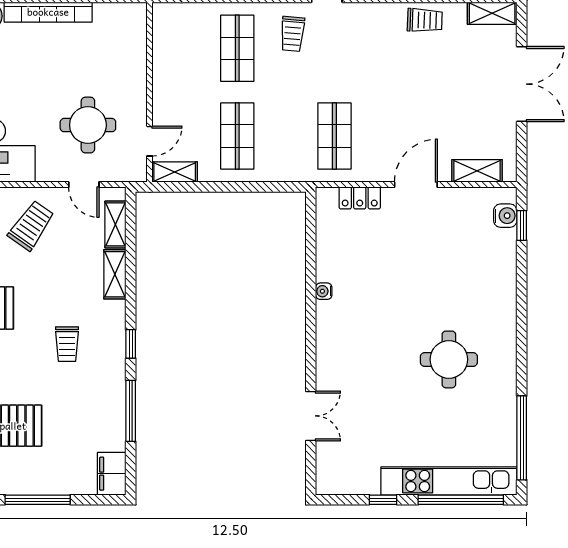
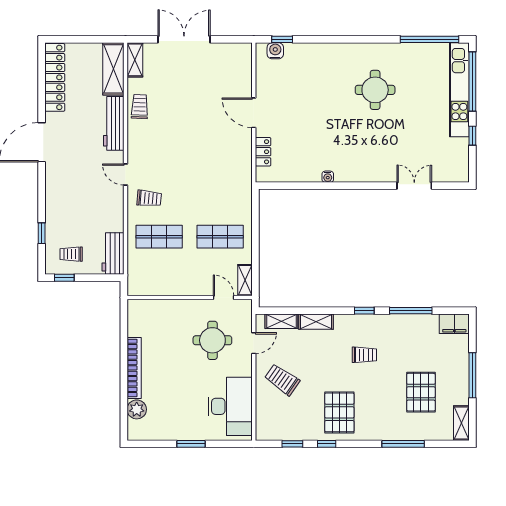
shop shelf: (334, 136) -> (220, 169), removed
shelving: (477, 171) -> (244, 70), removed

